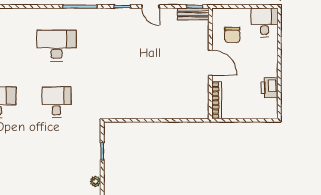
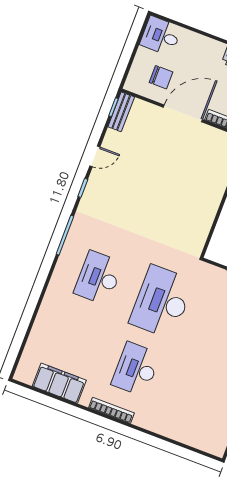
door: (210, 63) -> (183, 113), width x1.36
desk: (56, 102) -> (162, 302), width x1.87, depth x1.30

